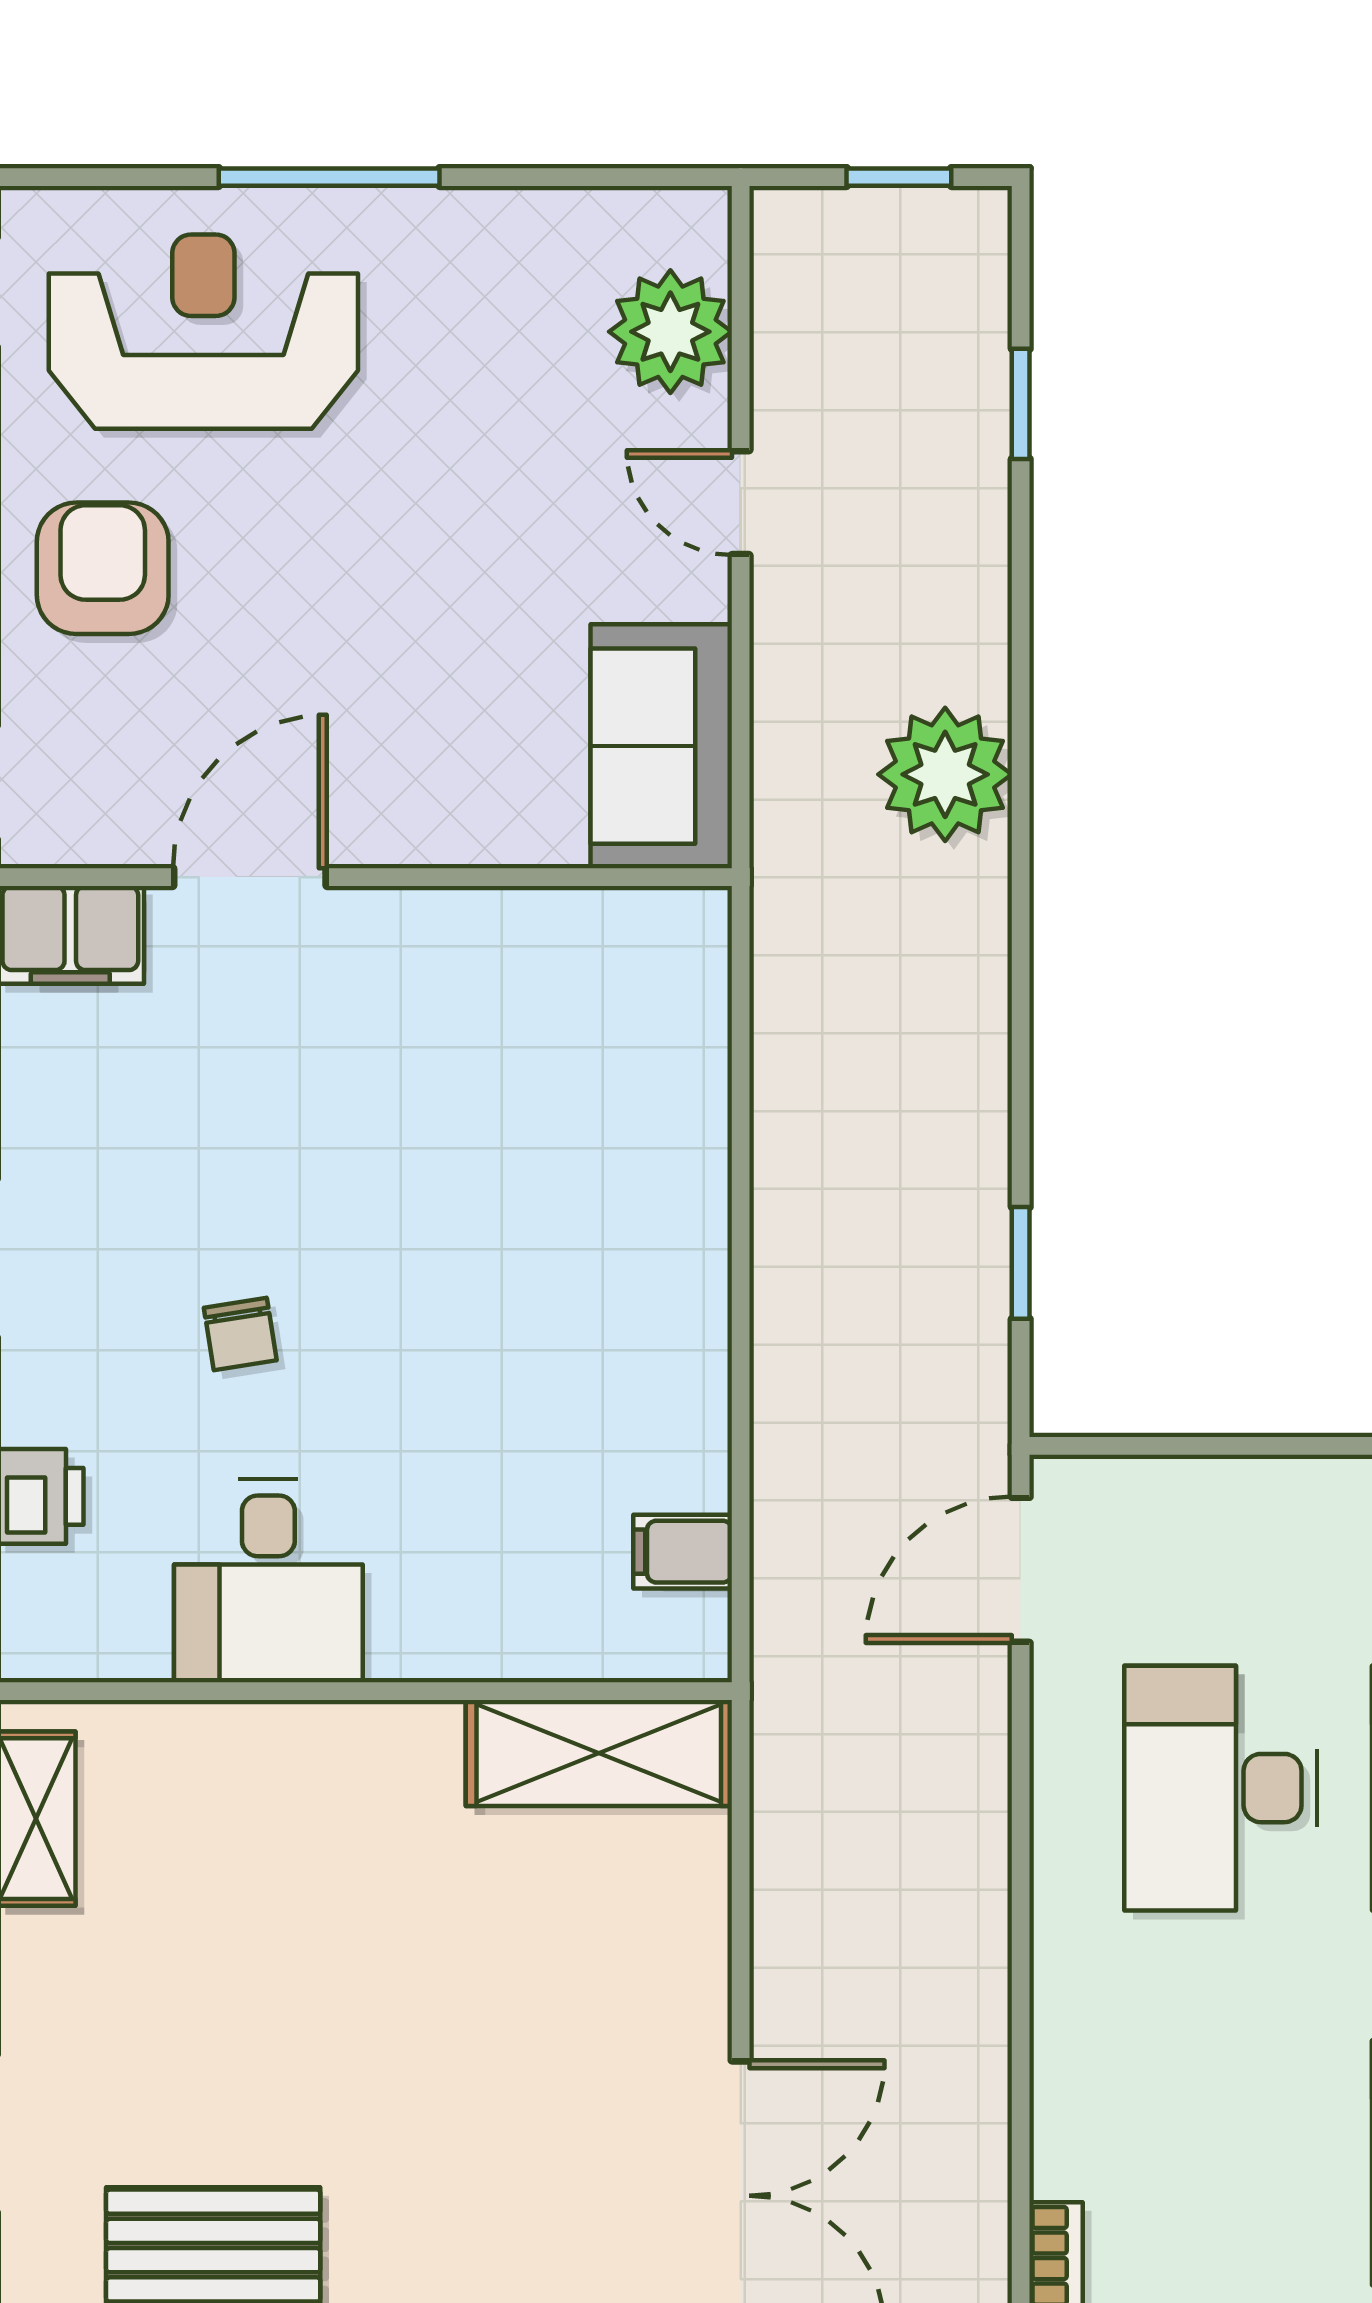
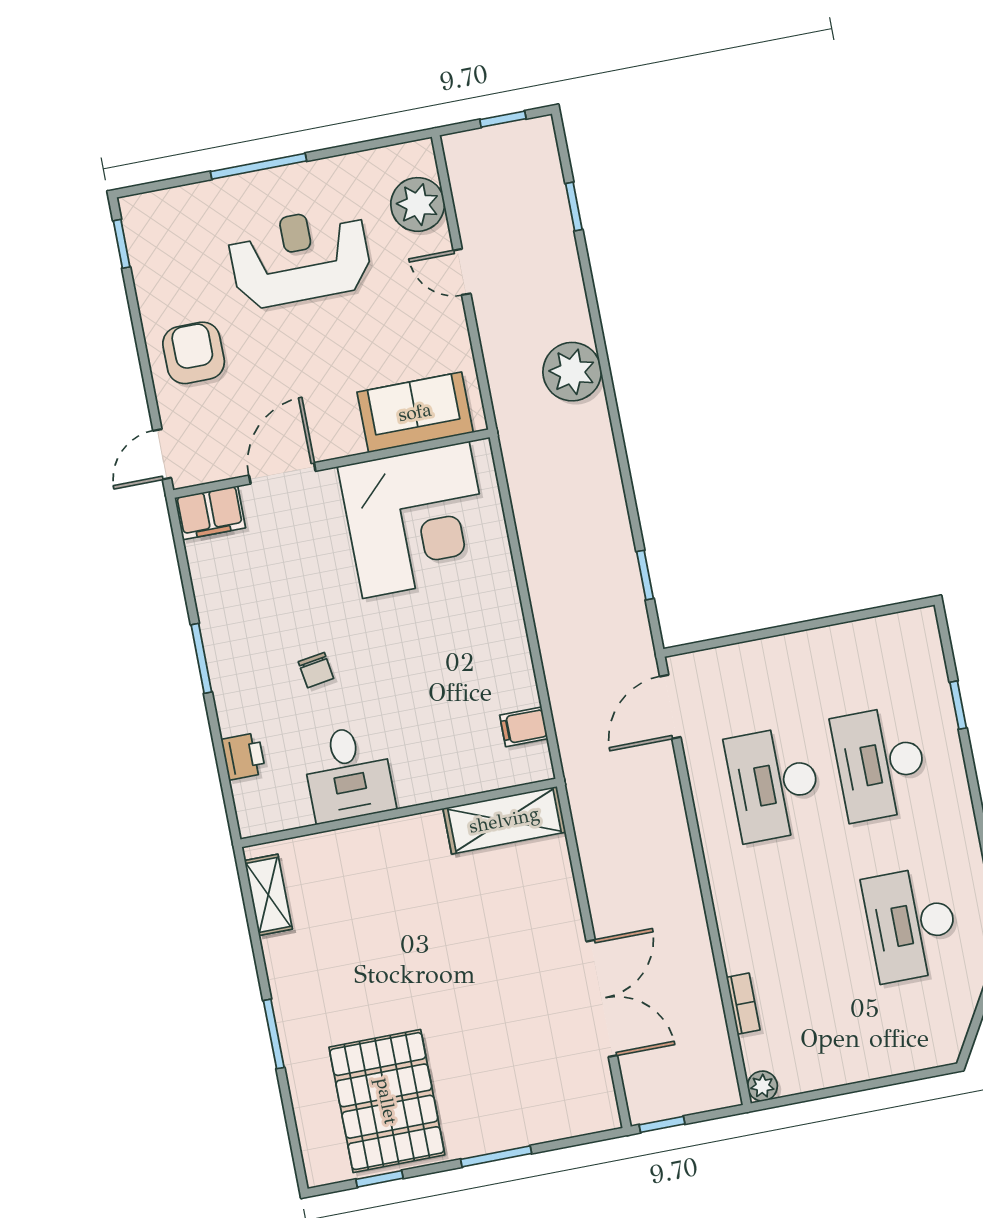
reception desk: (203, 332) -> (300, 257), moved
sofa: (661, 746) -> (415, 412), moved, turned 90
corner desk: (530, 1040) -> (416, 520), added

